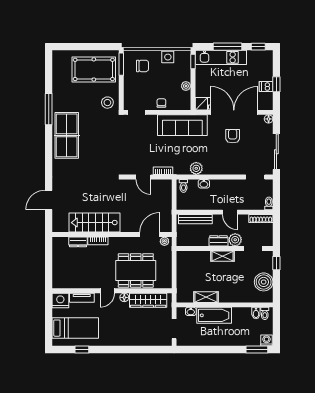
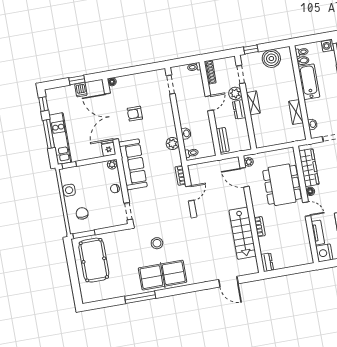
plant: (186, 86) -> (112, 164), moved
stool: (107, 103) -> (157, 243), moved
sliding door: (276, 152) -> (143, 69), removed
bench: (195, 219) -> (223, 140), width x0.73
dresser: (78, 242) -> (267, 262), moved
bathtub: (214, 315) -> (309, 82), moved

